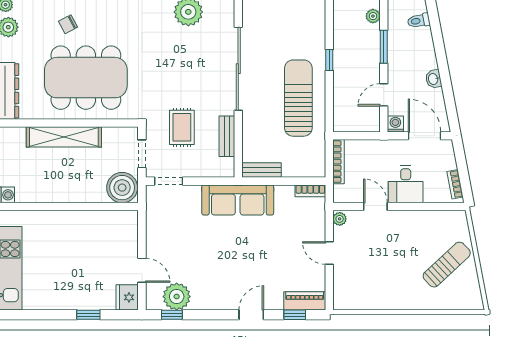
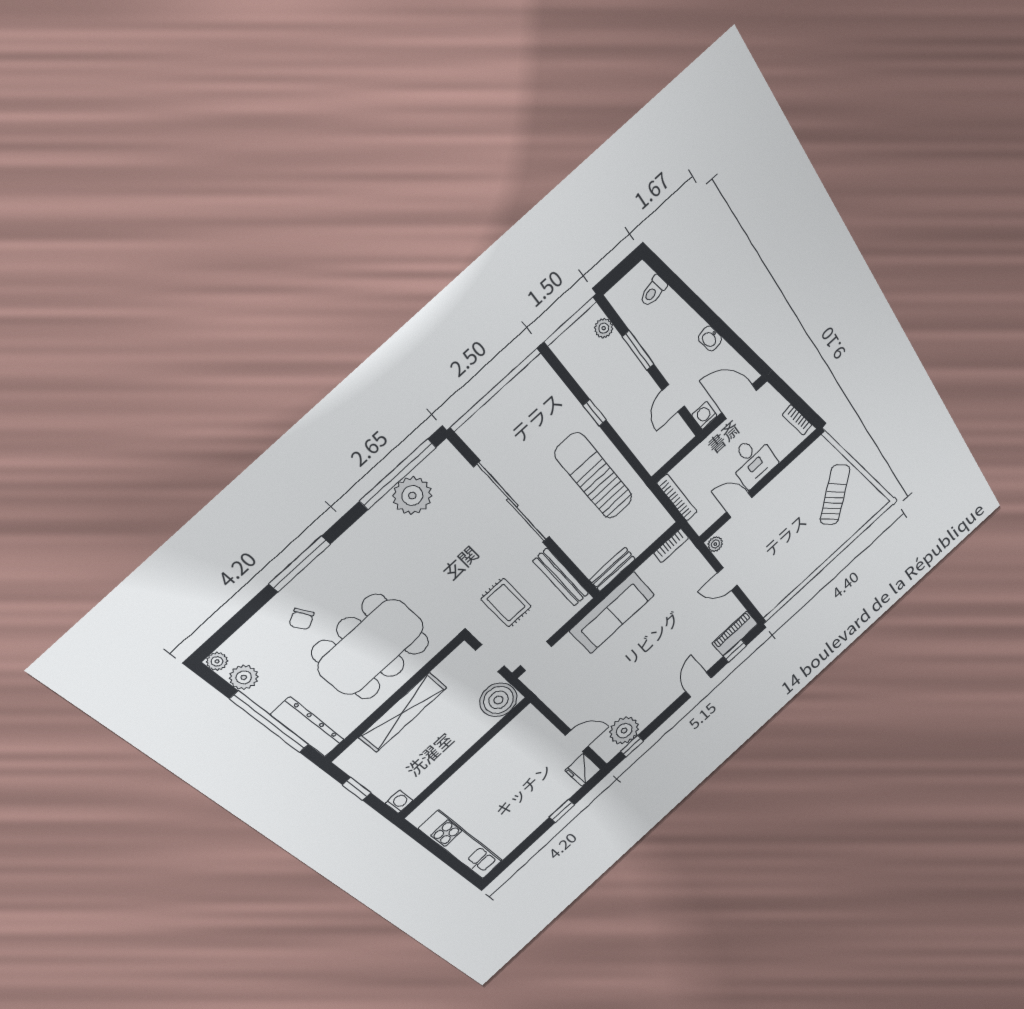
bench: (227, 136) -> (561, 577), width x1.36

